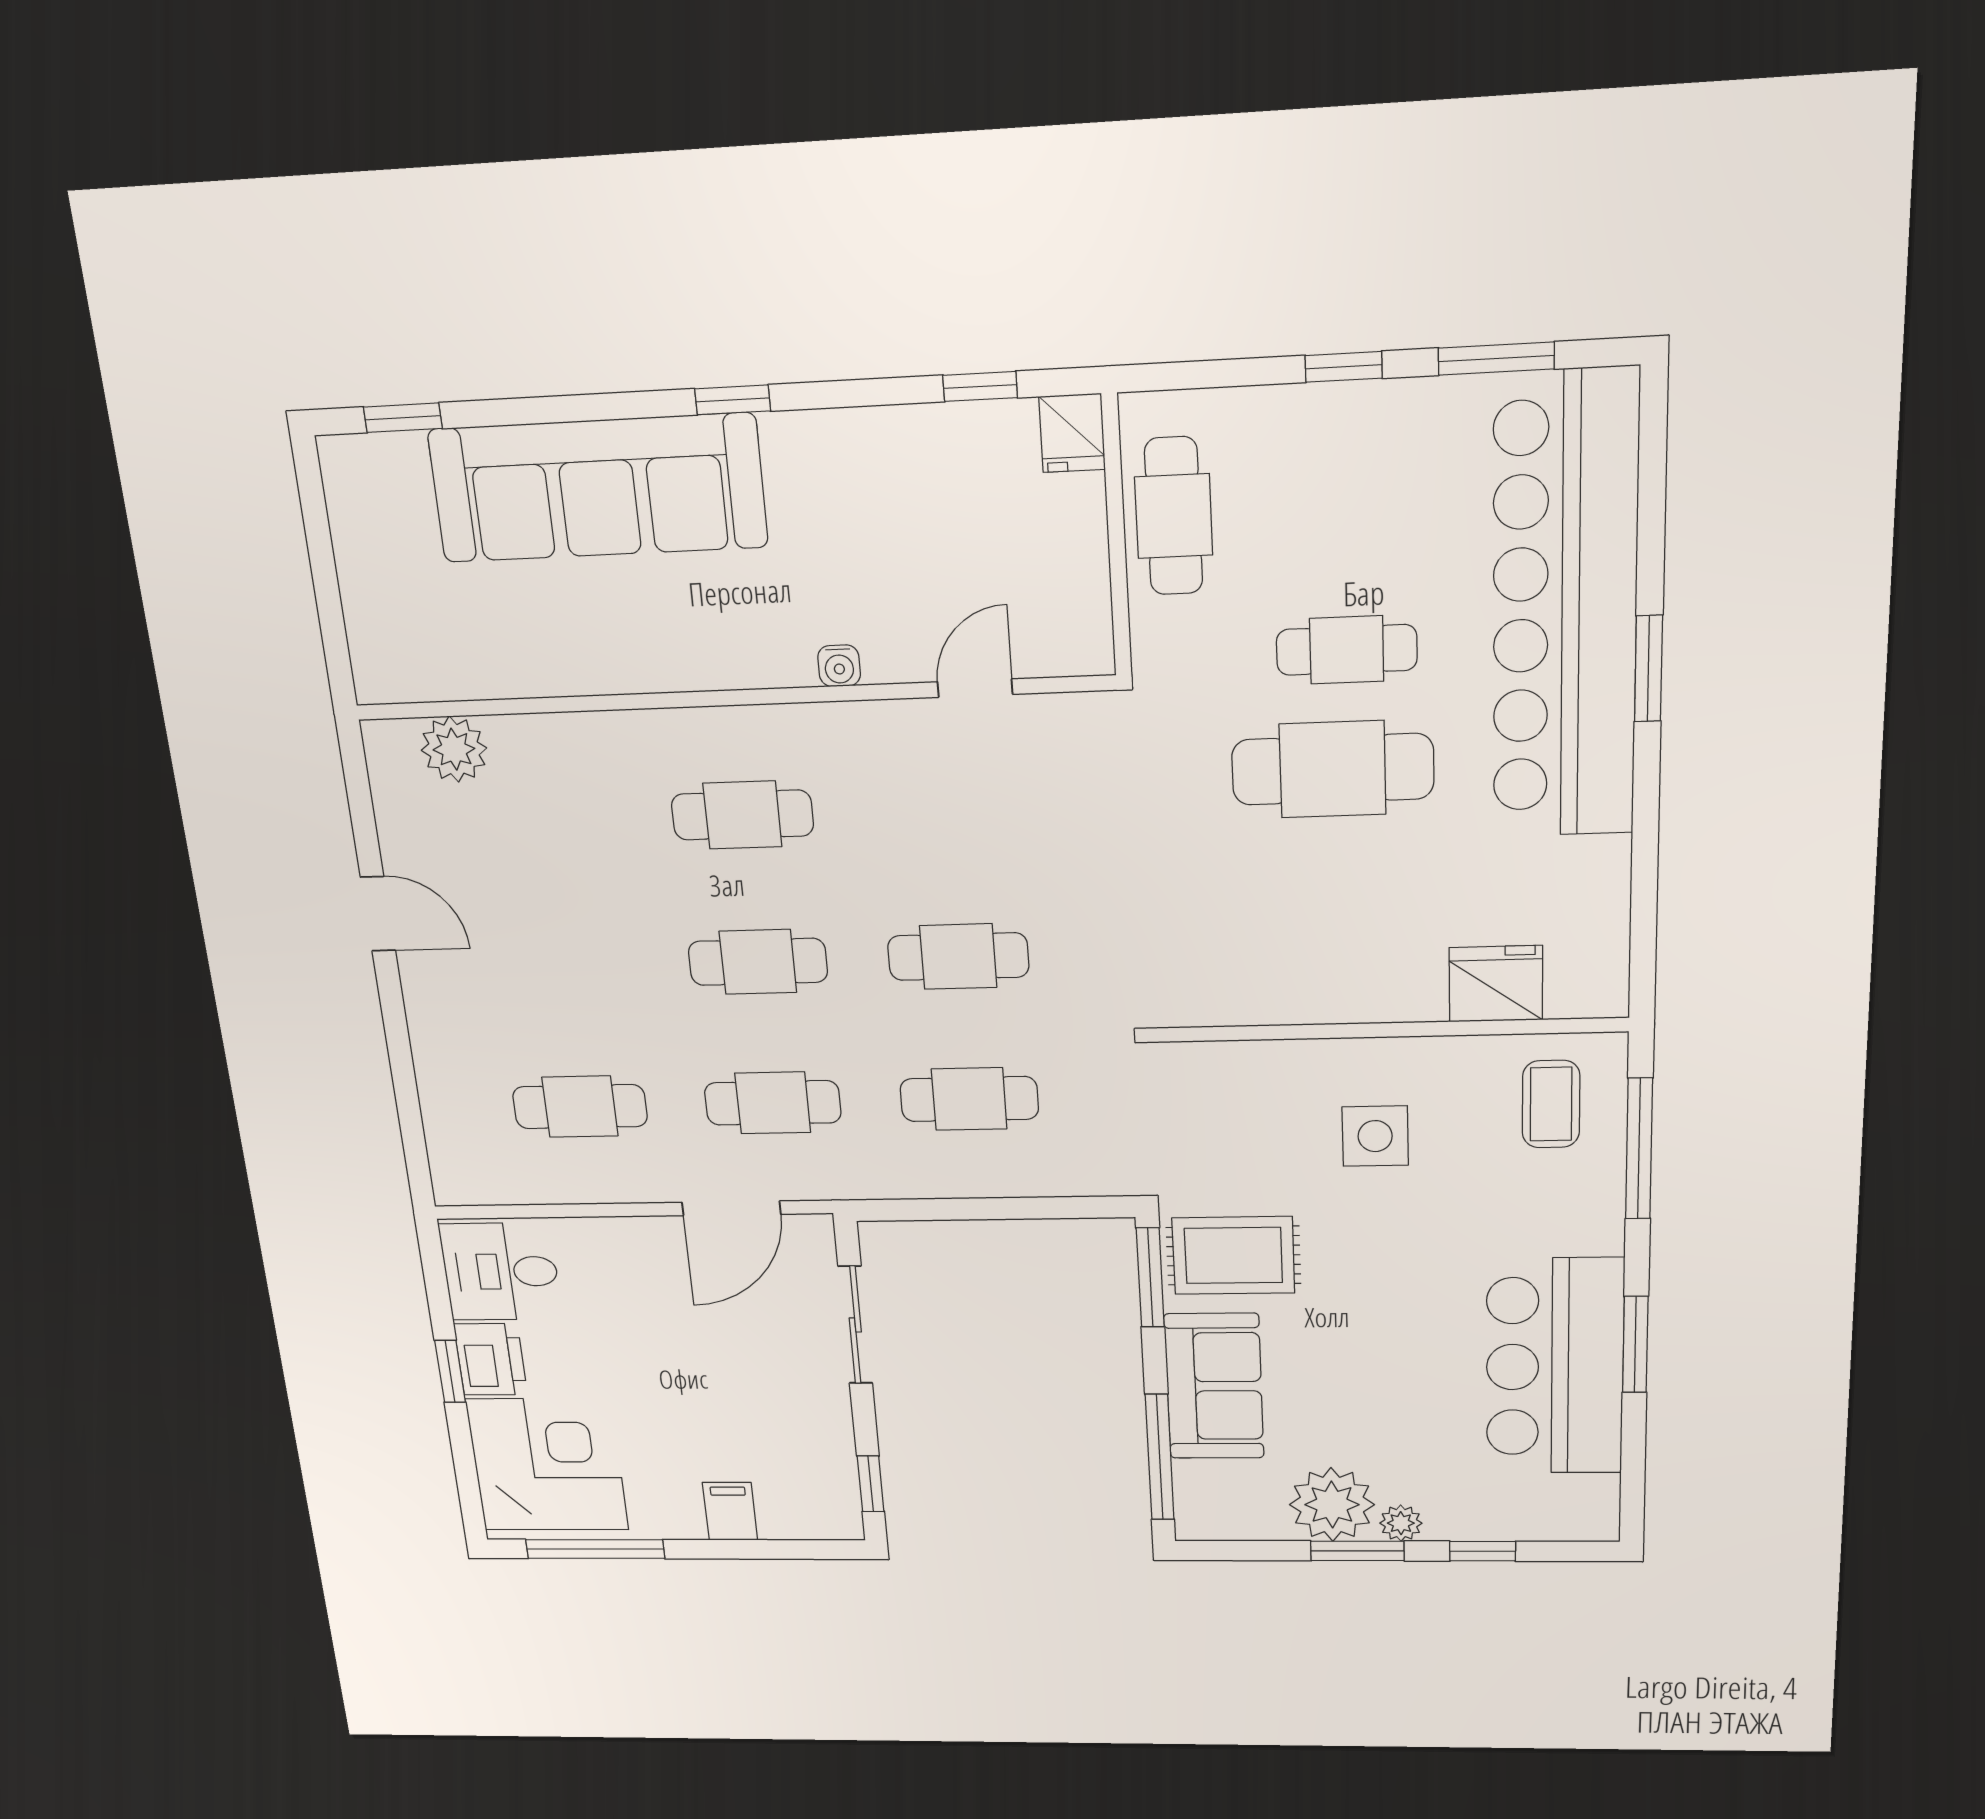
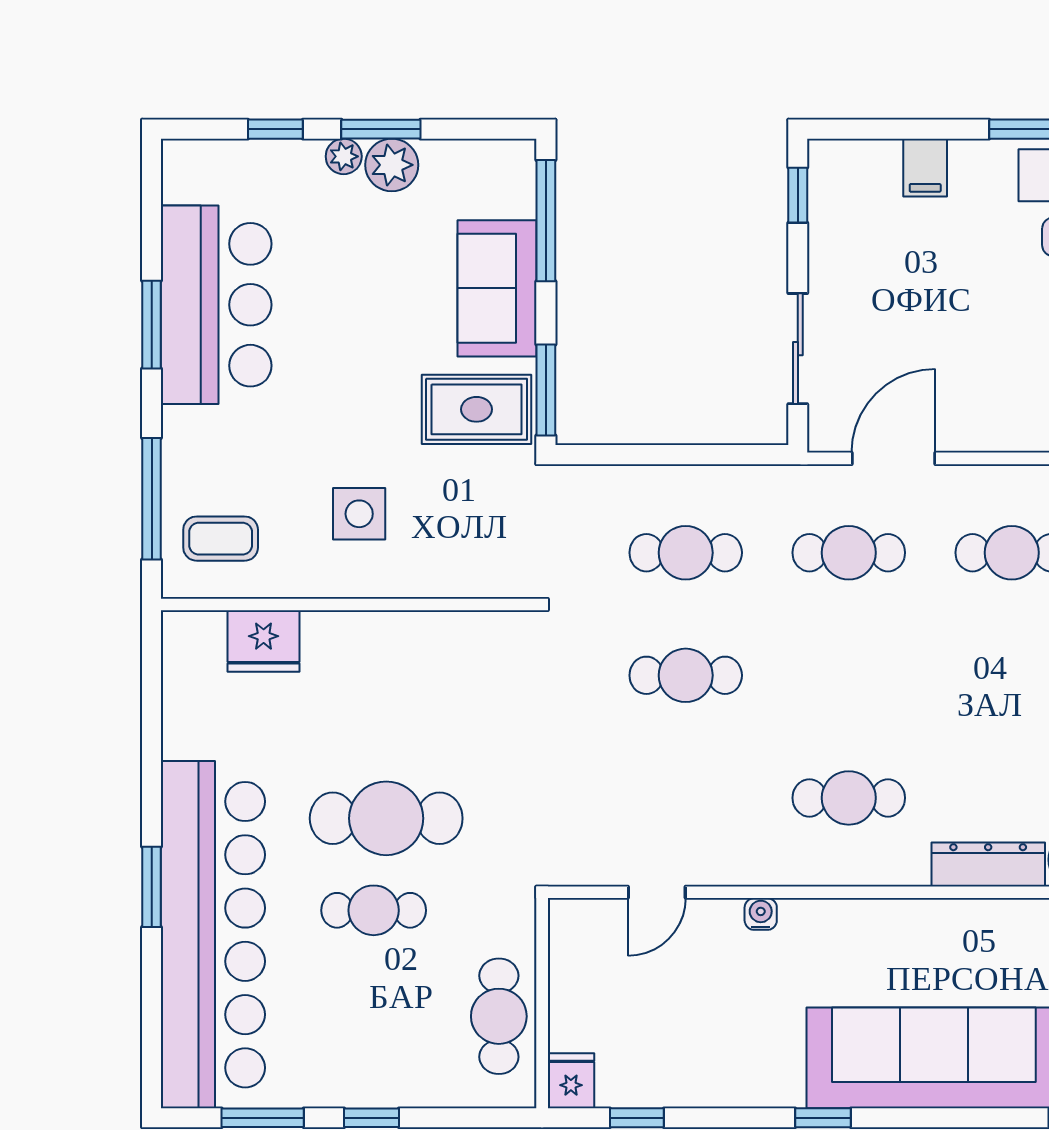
dresser: (560, 739) -> (988, 864), added
cafe table: (758, 962) -> (849, 675), removed
coffee table: (1551, 1104) -> (221, 539), turned 90
plant: (1332, 1505) -> (392, 165), width x0.73, depth x0.73

